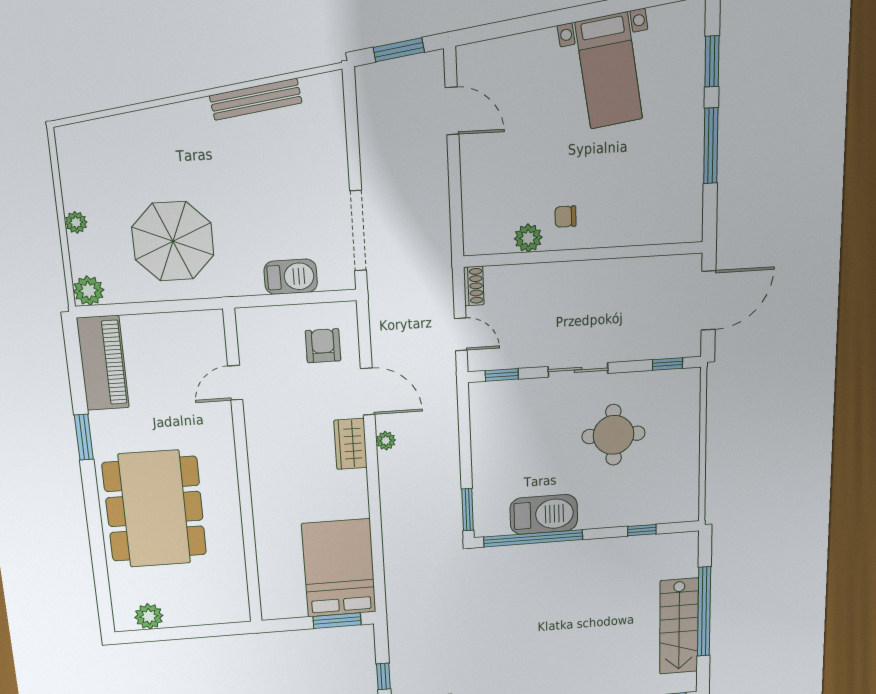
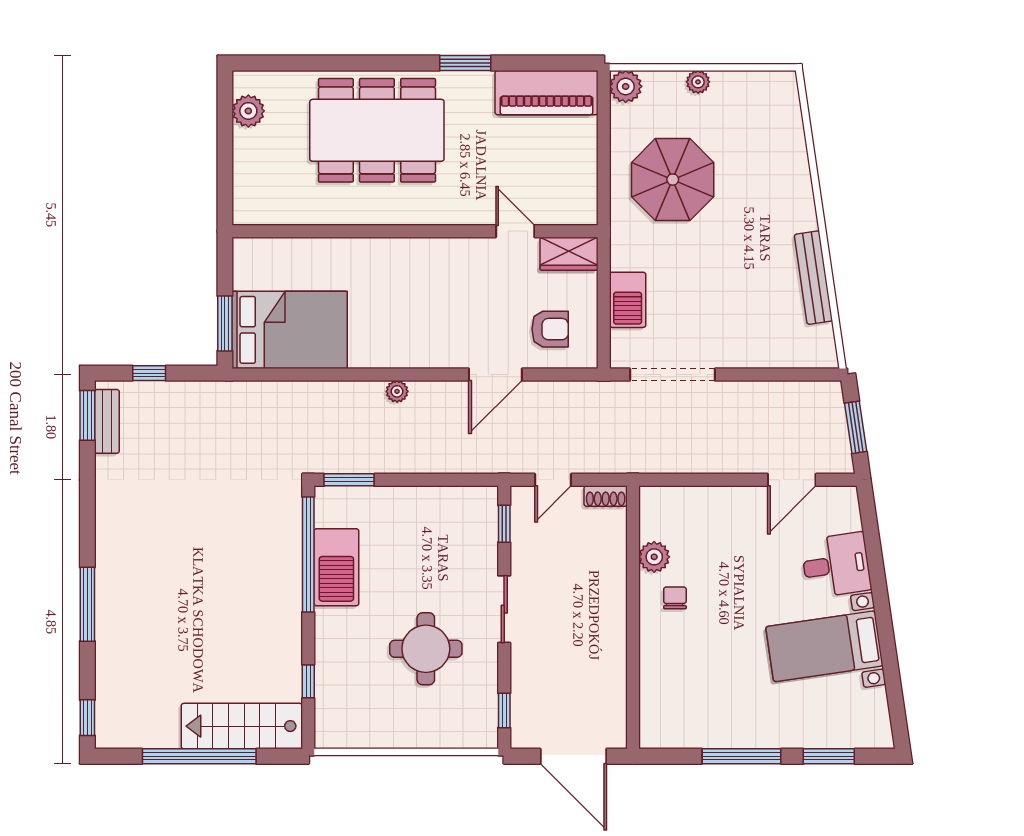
desk: (532, 63) -> (836, 565), added
plant: (386, 441) -> (397, 391), moved
wardrobe: (350, 444) -> (569, 254), moved, turned 180
stairs: (679, 626) -> (242, 726), moved

